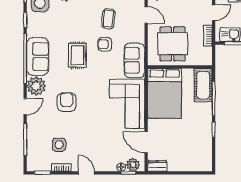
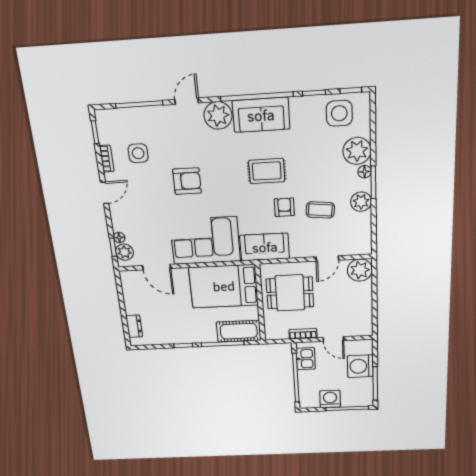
armchair: (67, 102) -> (187, 181), moved
door: (25, 107) -> (187, 101), swing flipped
door: (146, 142) -> (157, 267), swing flipped
dresser: (157, 166) -> (134, 326), moved

